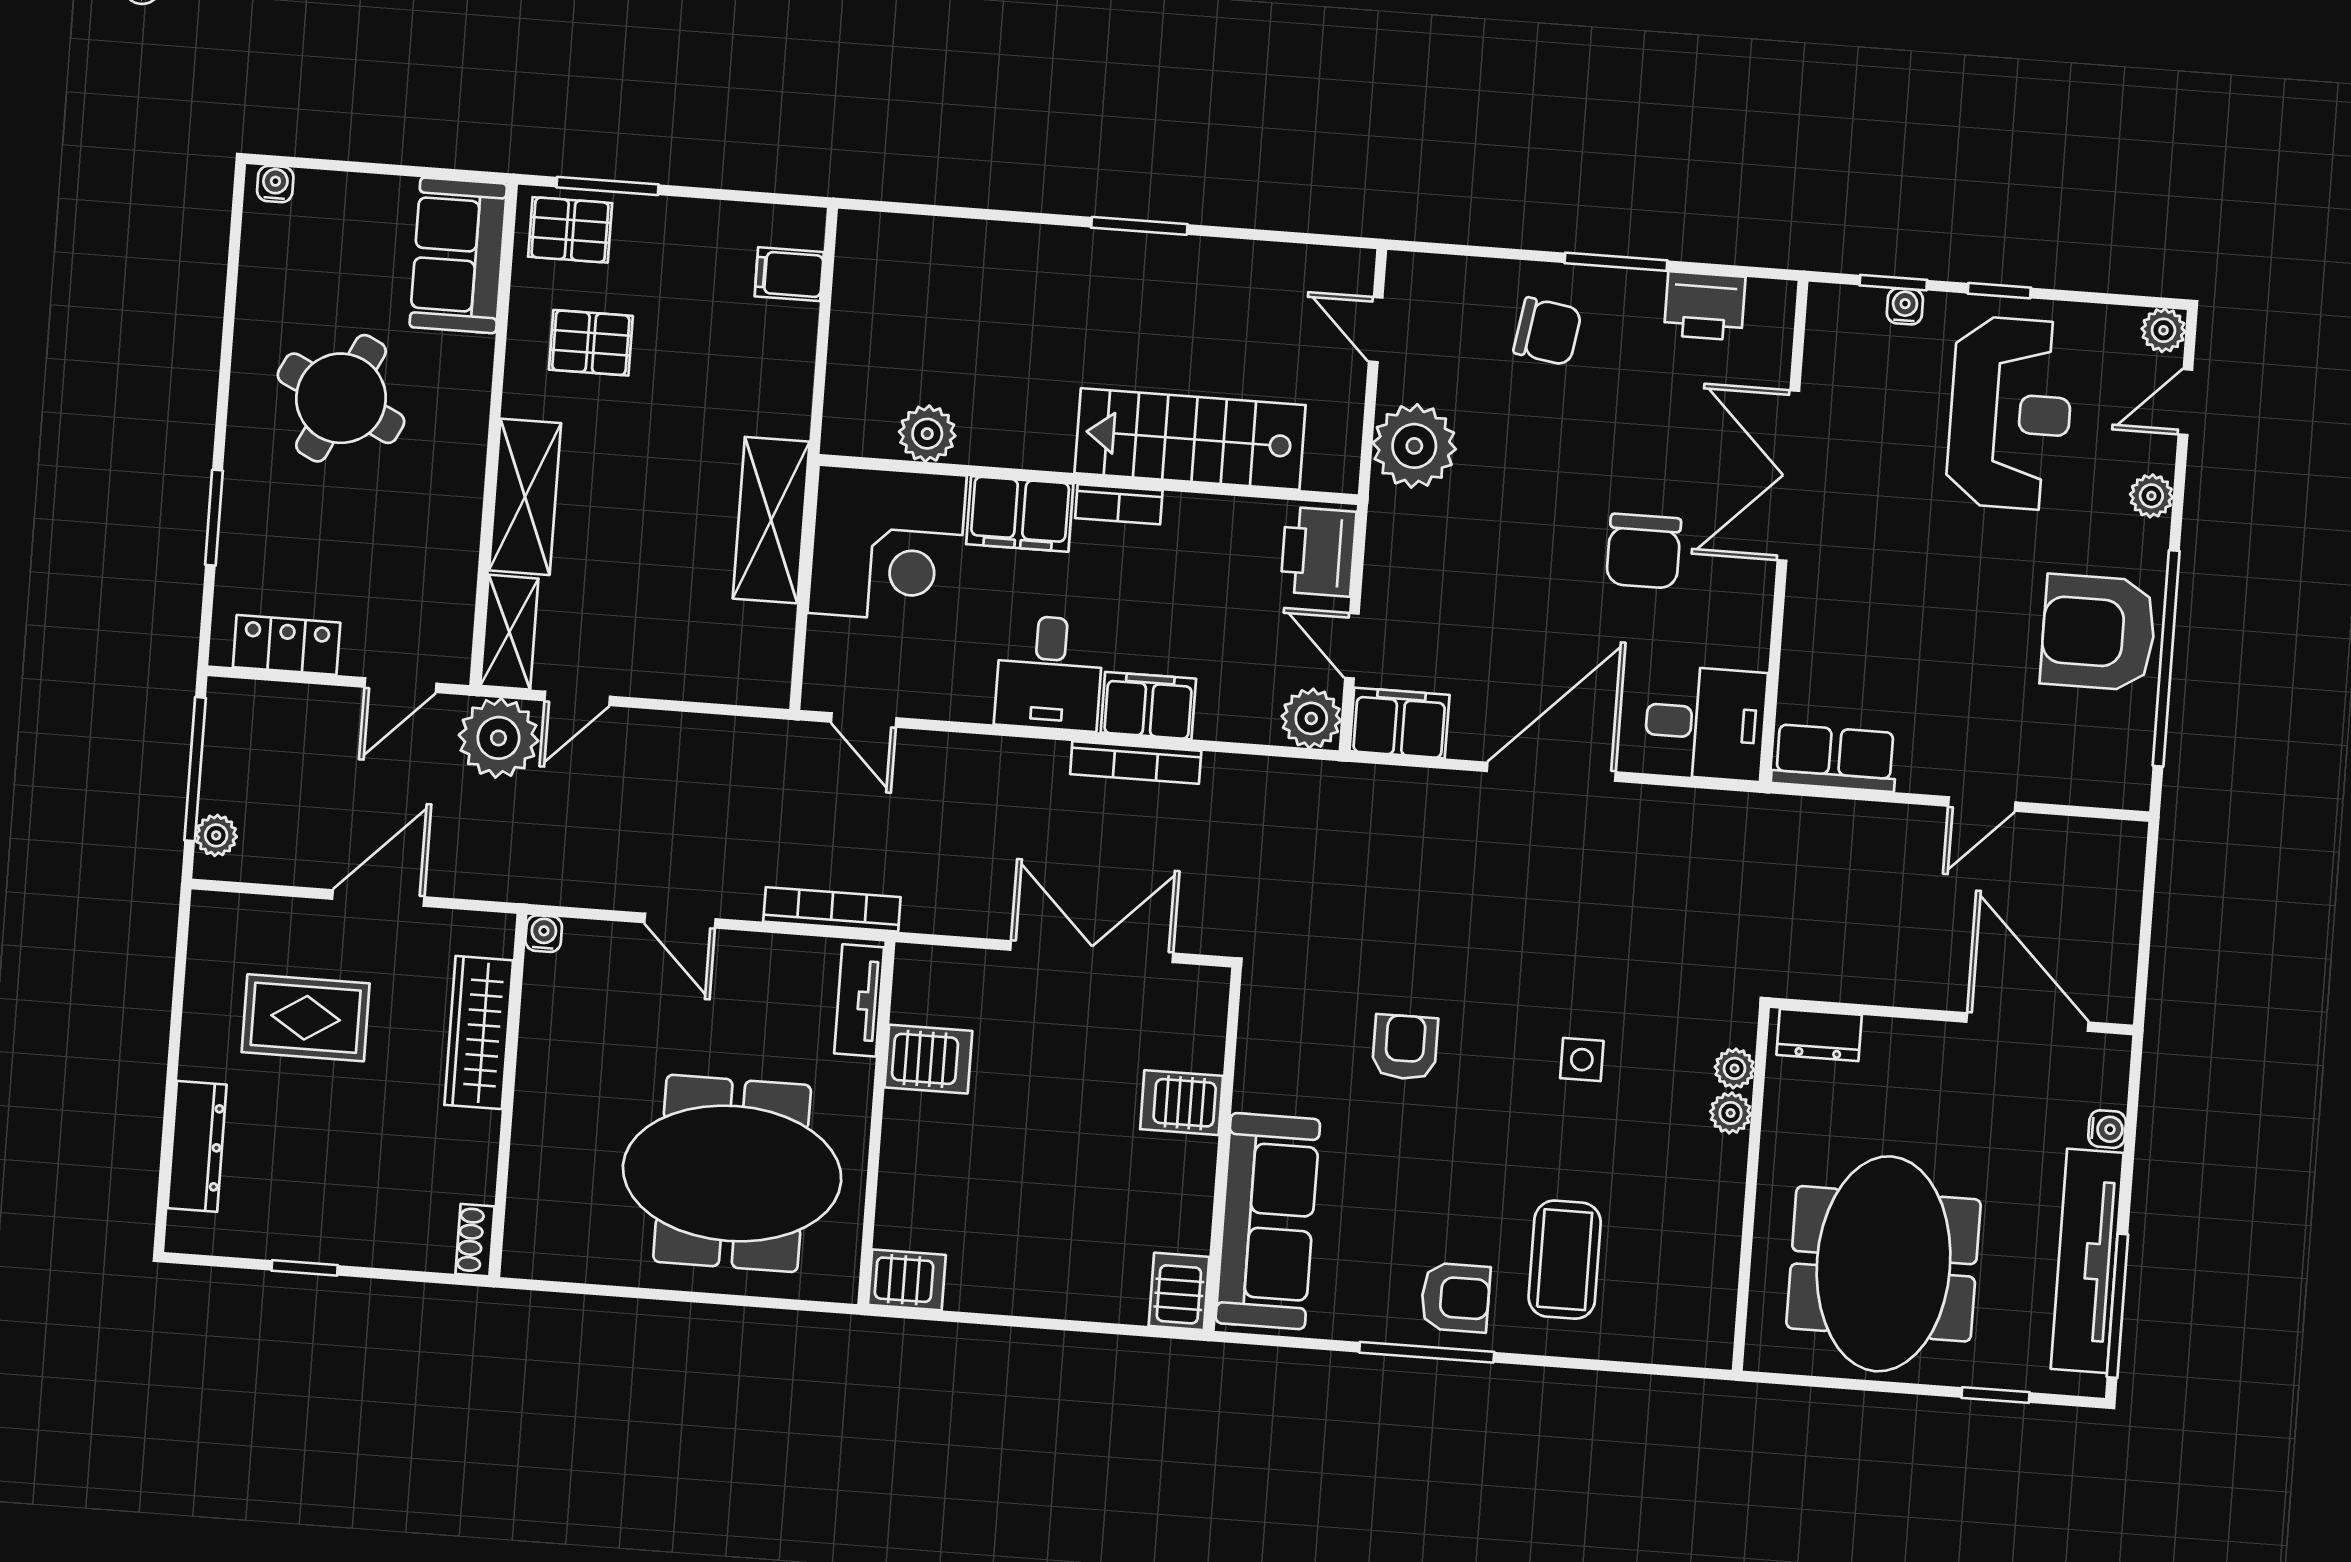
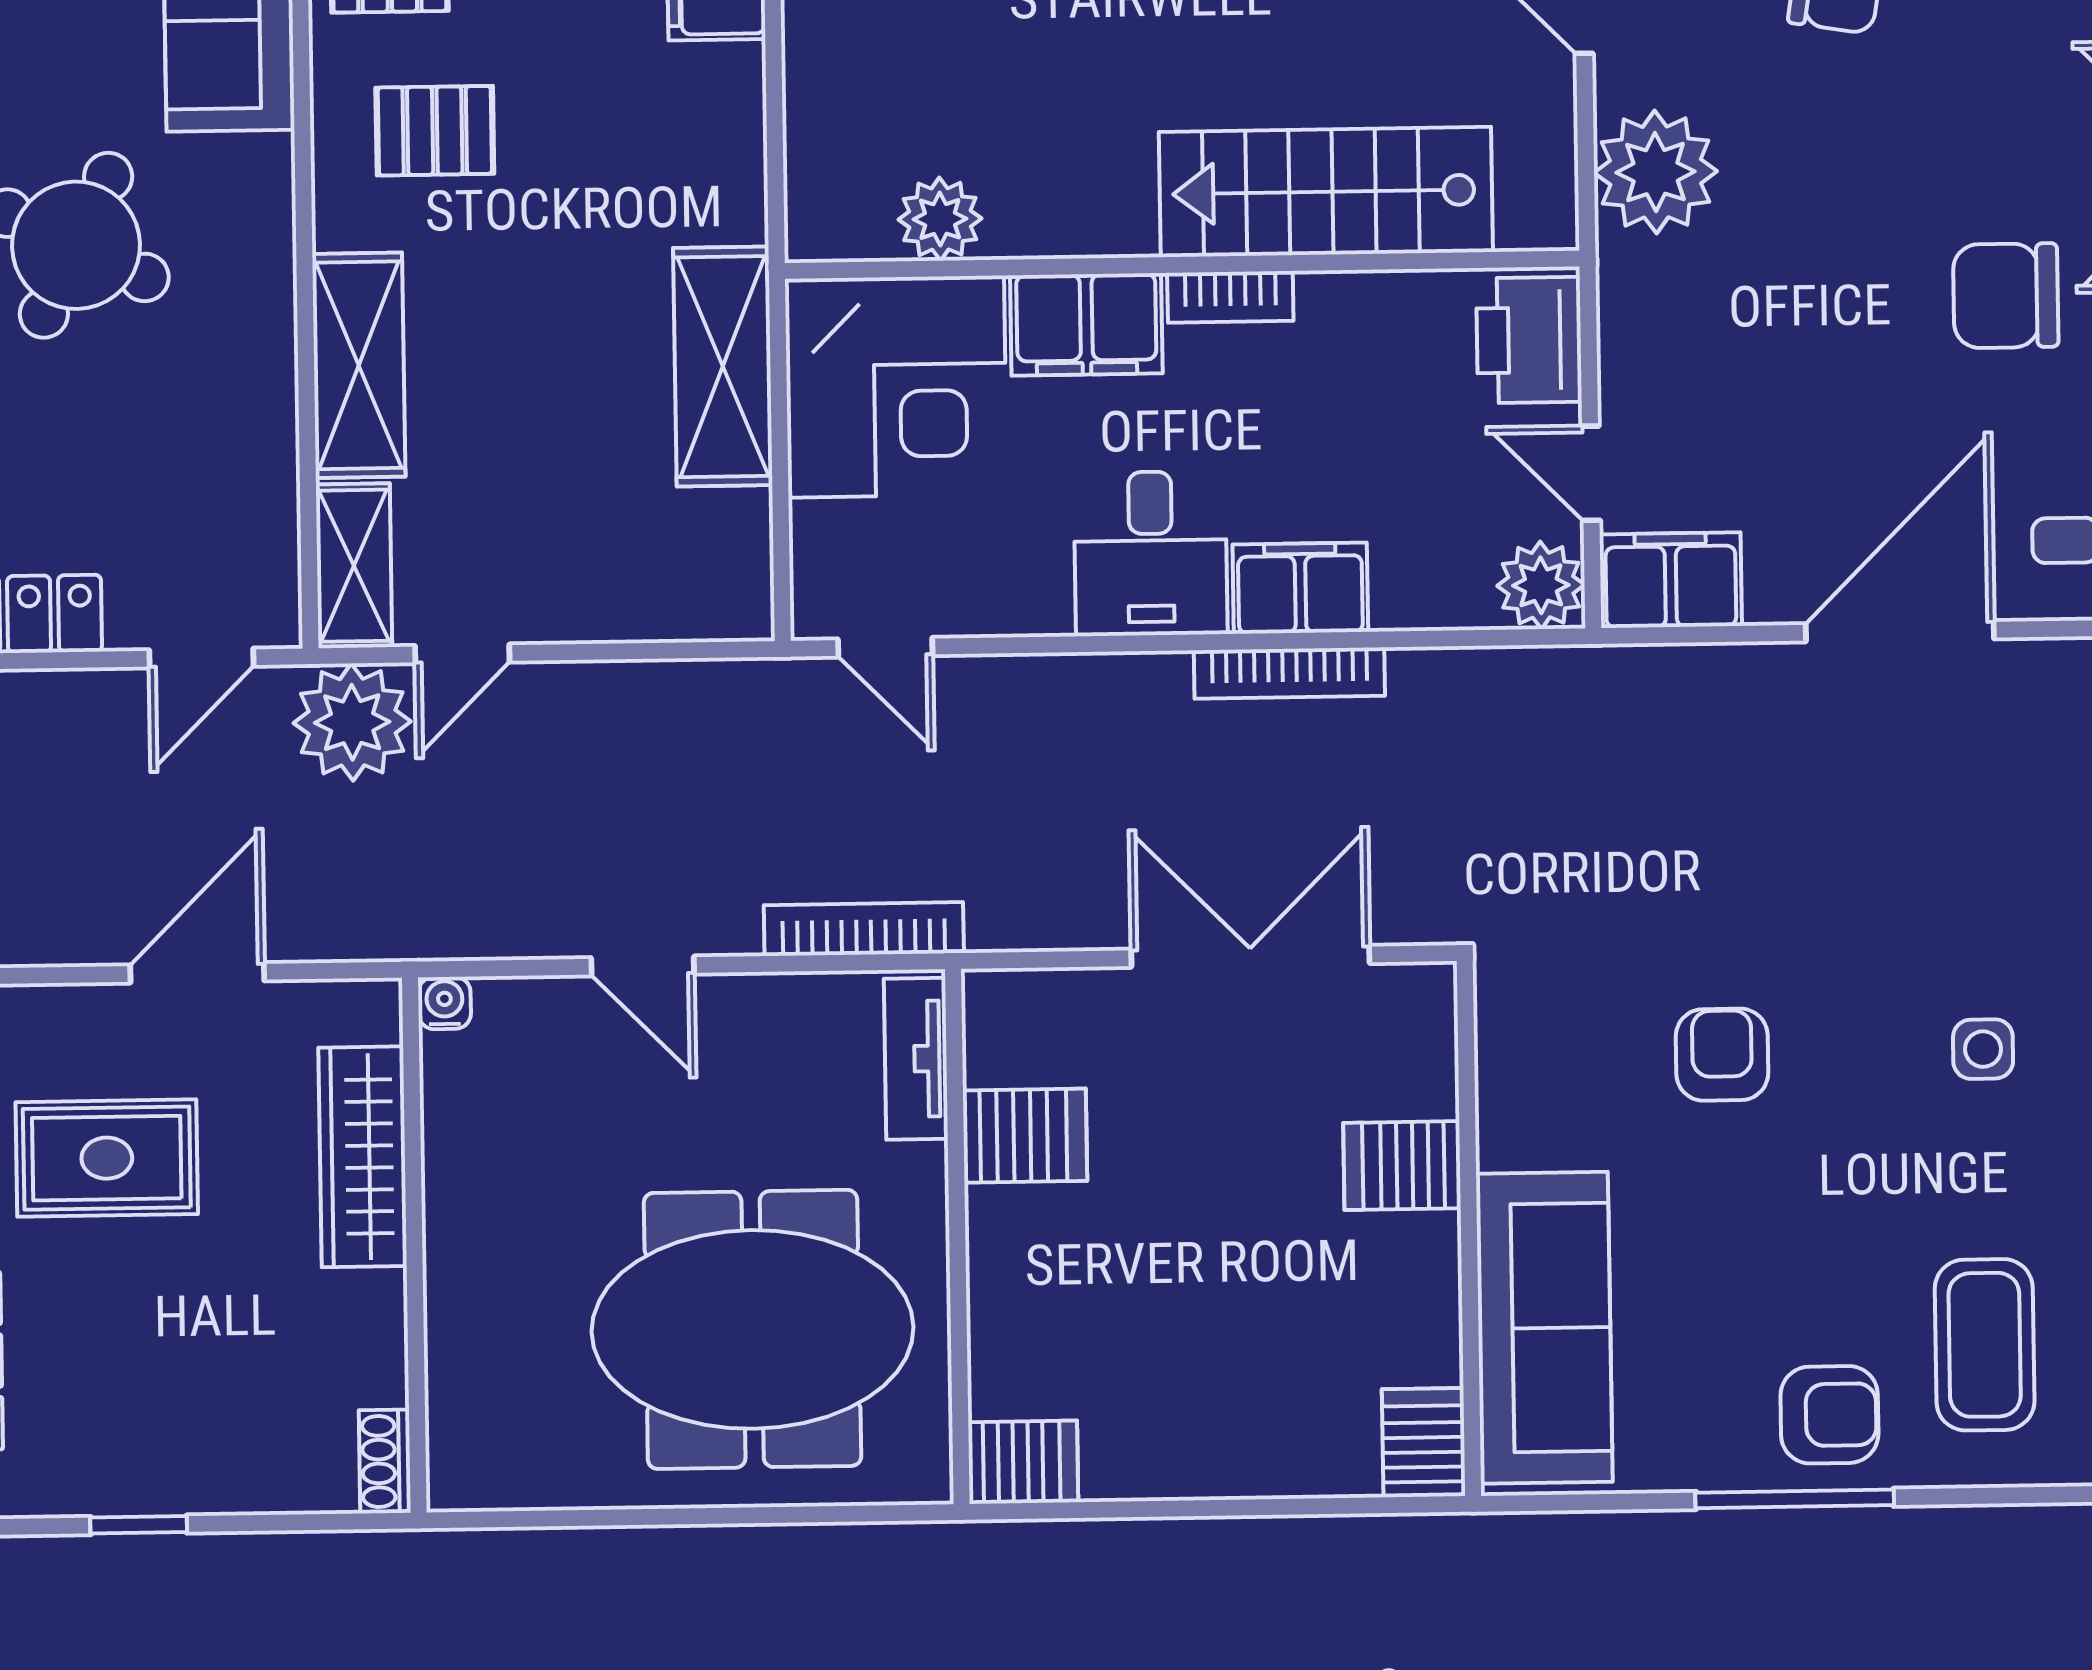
chair: (1644, 551) -> (2006, 296), turned 90

